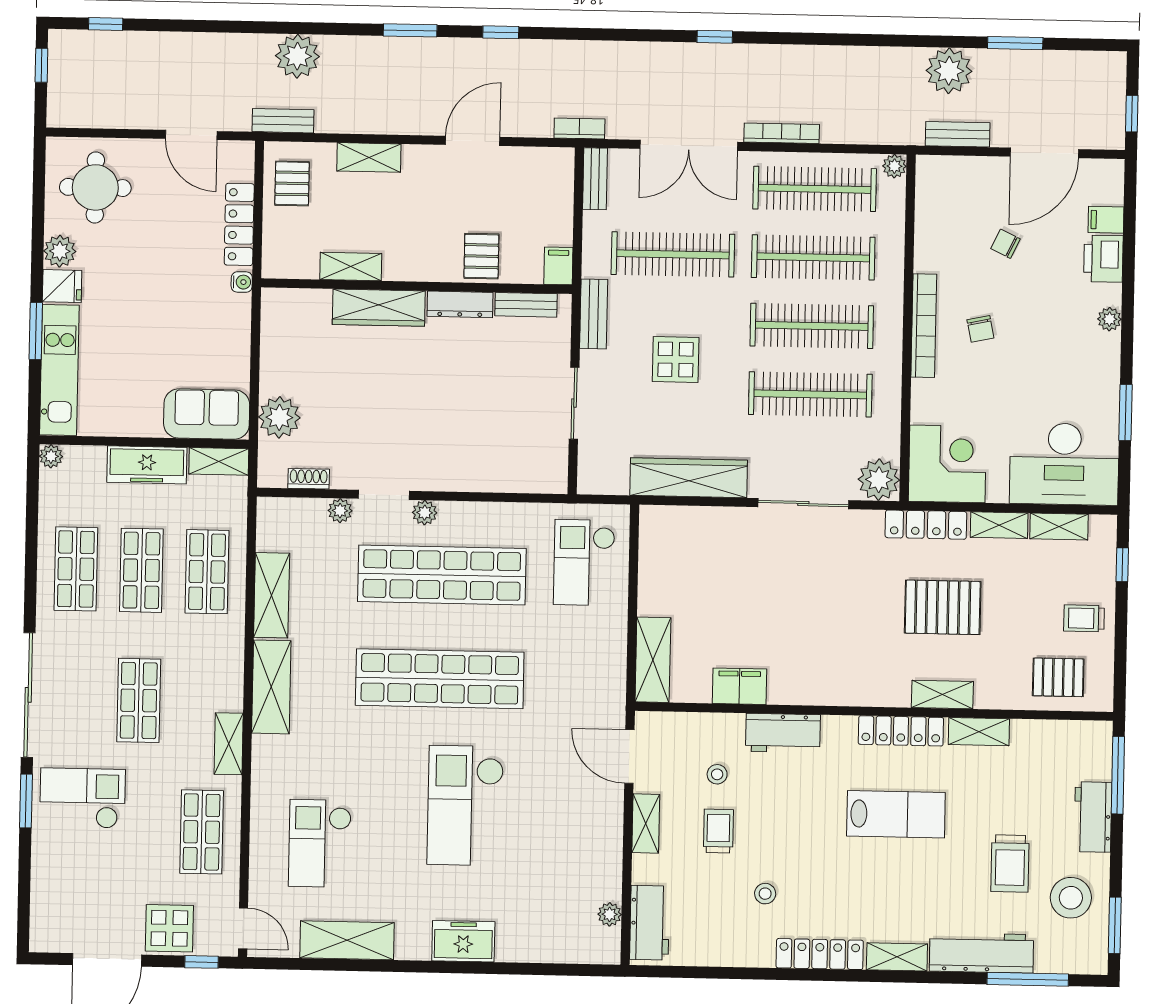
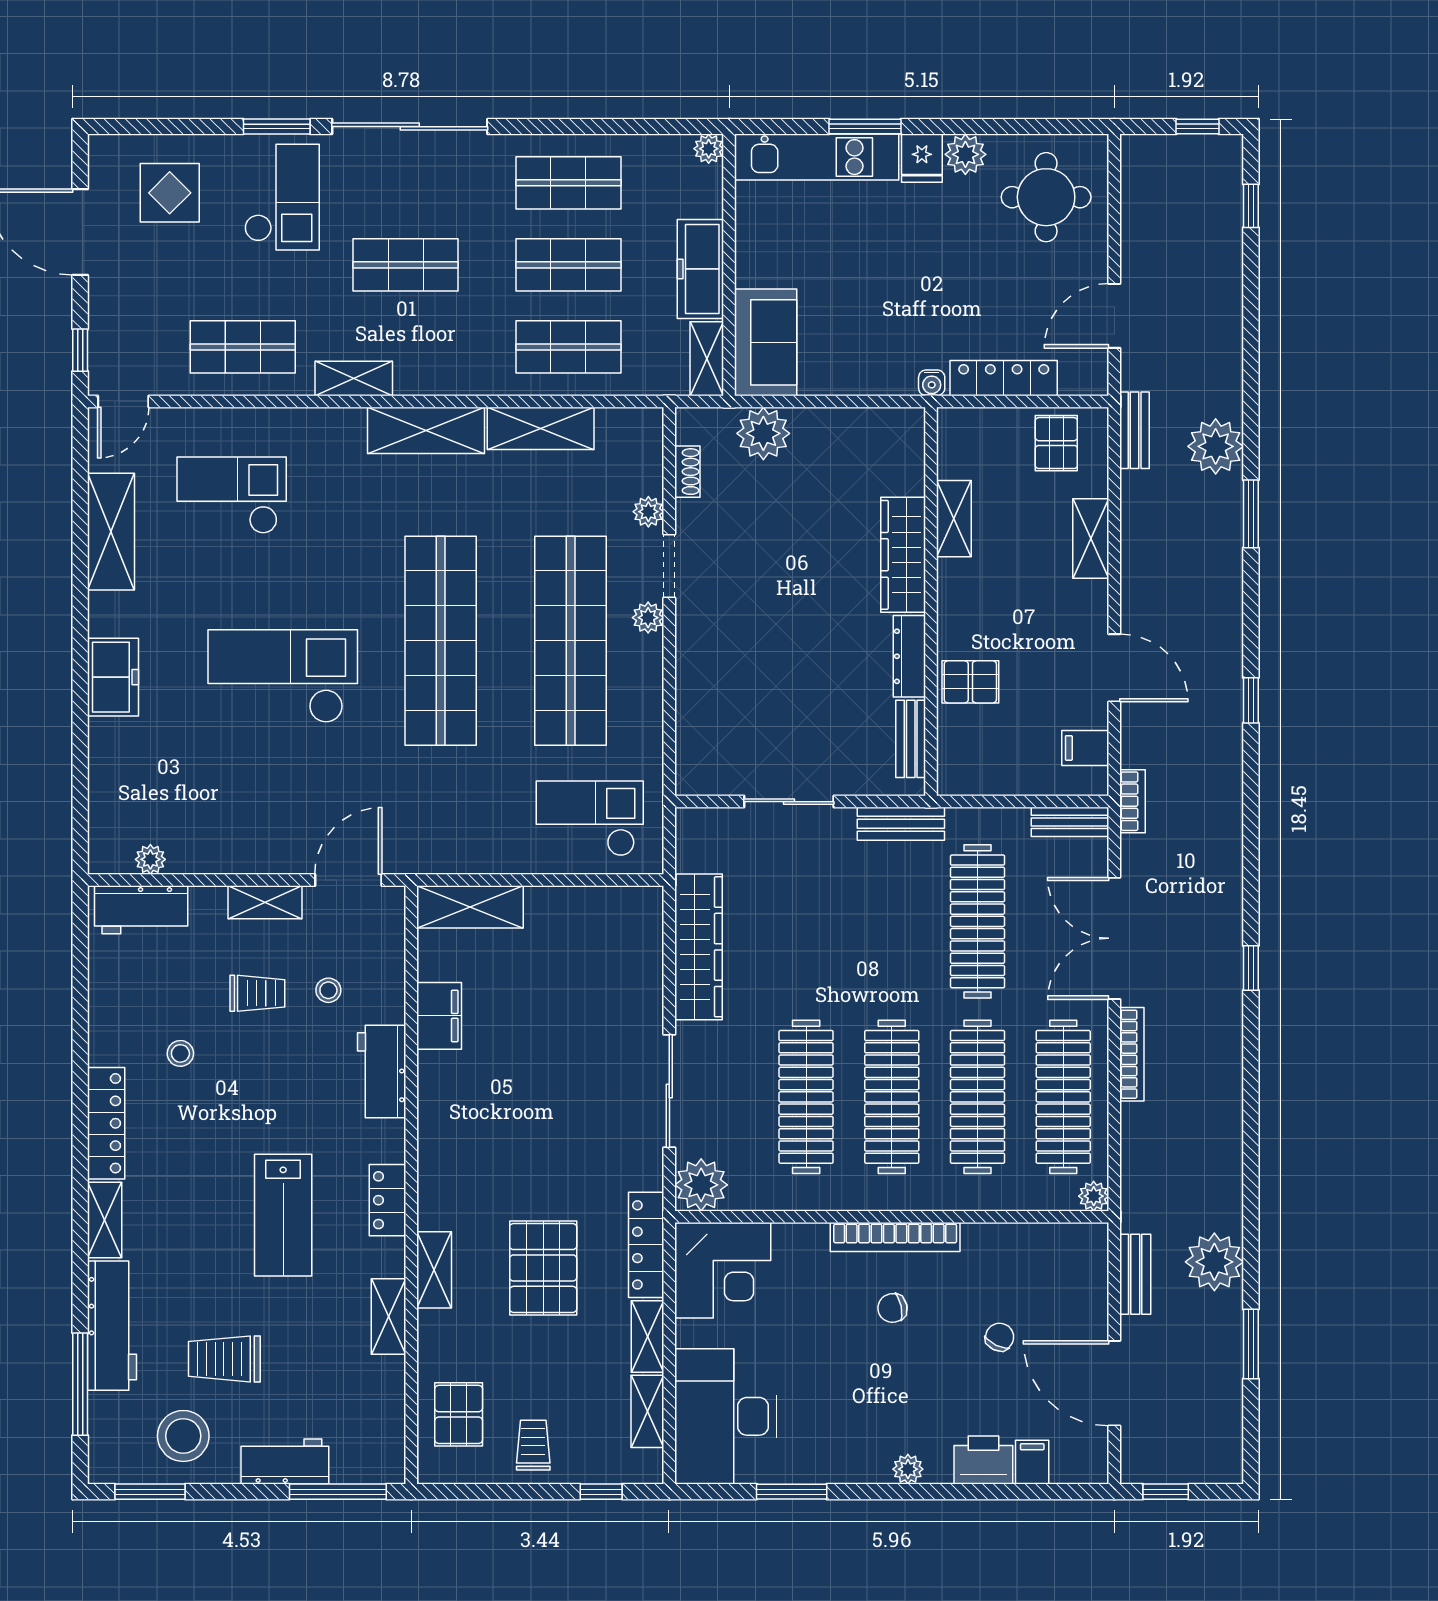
window: (410, 30) -> (1251, 514), moved
pallet: (292, 183) -> (1056, 443), turned 90
filing cabinet: (558, 266) -> (1085, 748), moved, turned 180
display table: (676, 360) -> (846, 927), removed
locker: (901, 731) -> (388, 1200), width x0.66
display table: (169, 928) -> (170, 193), moved

